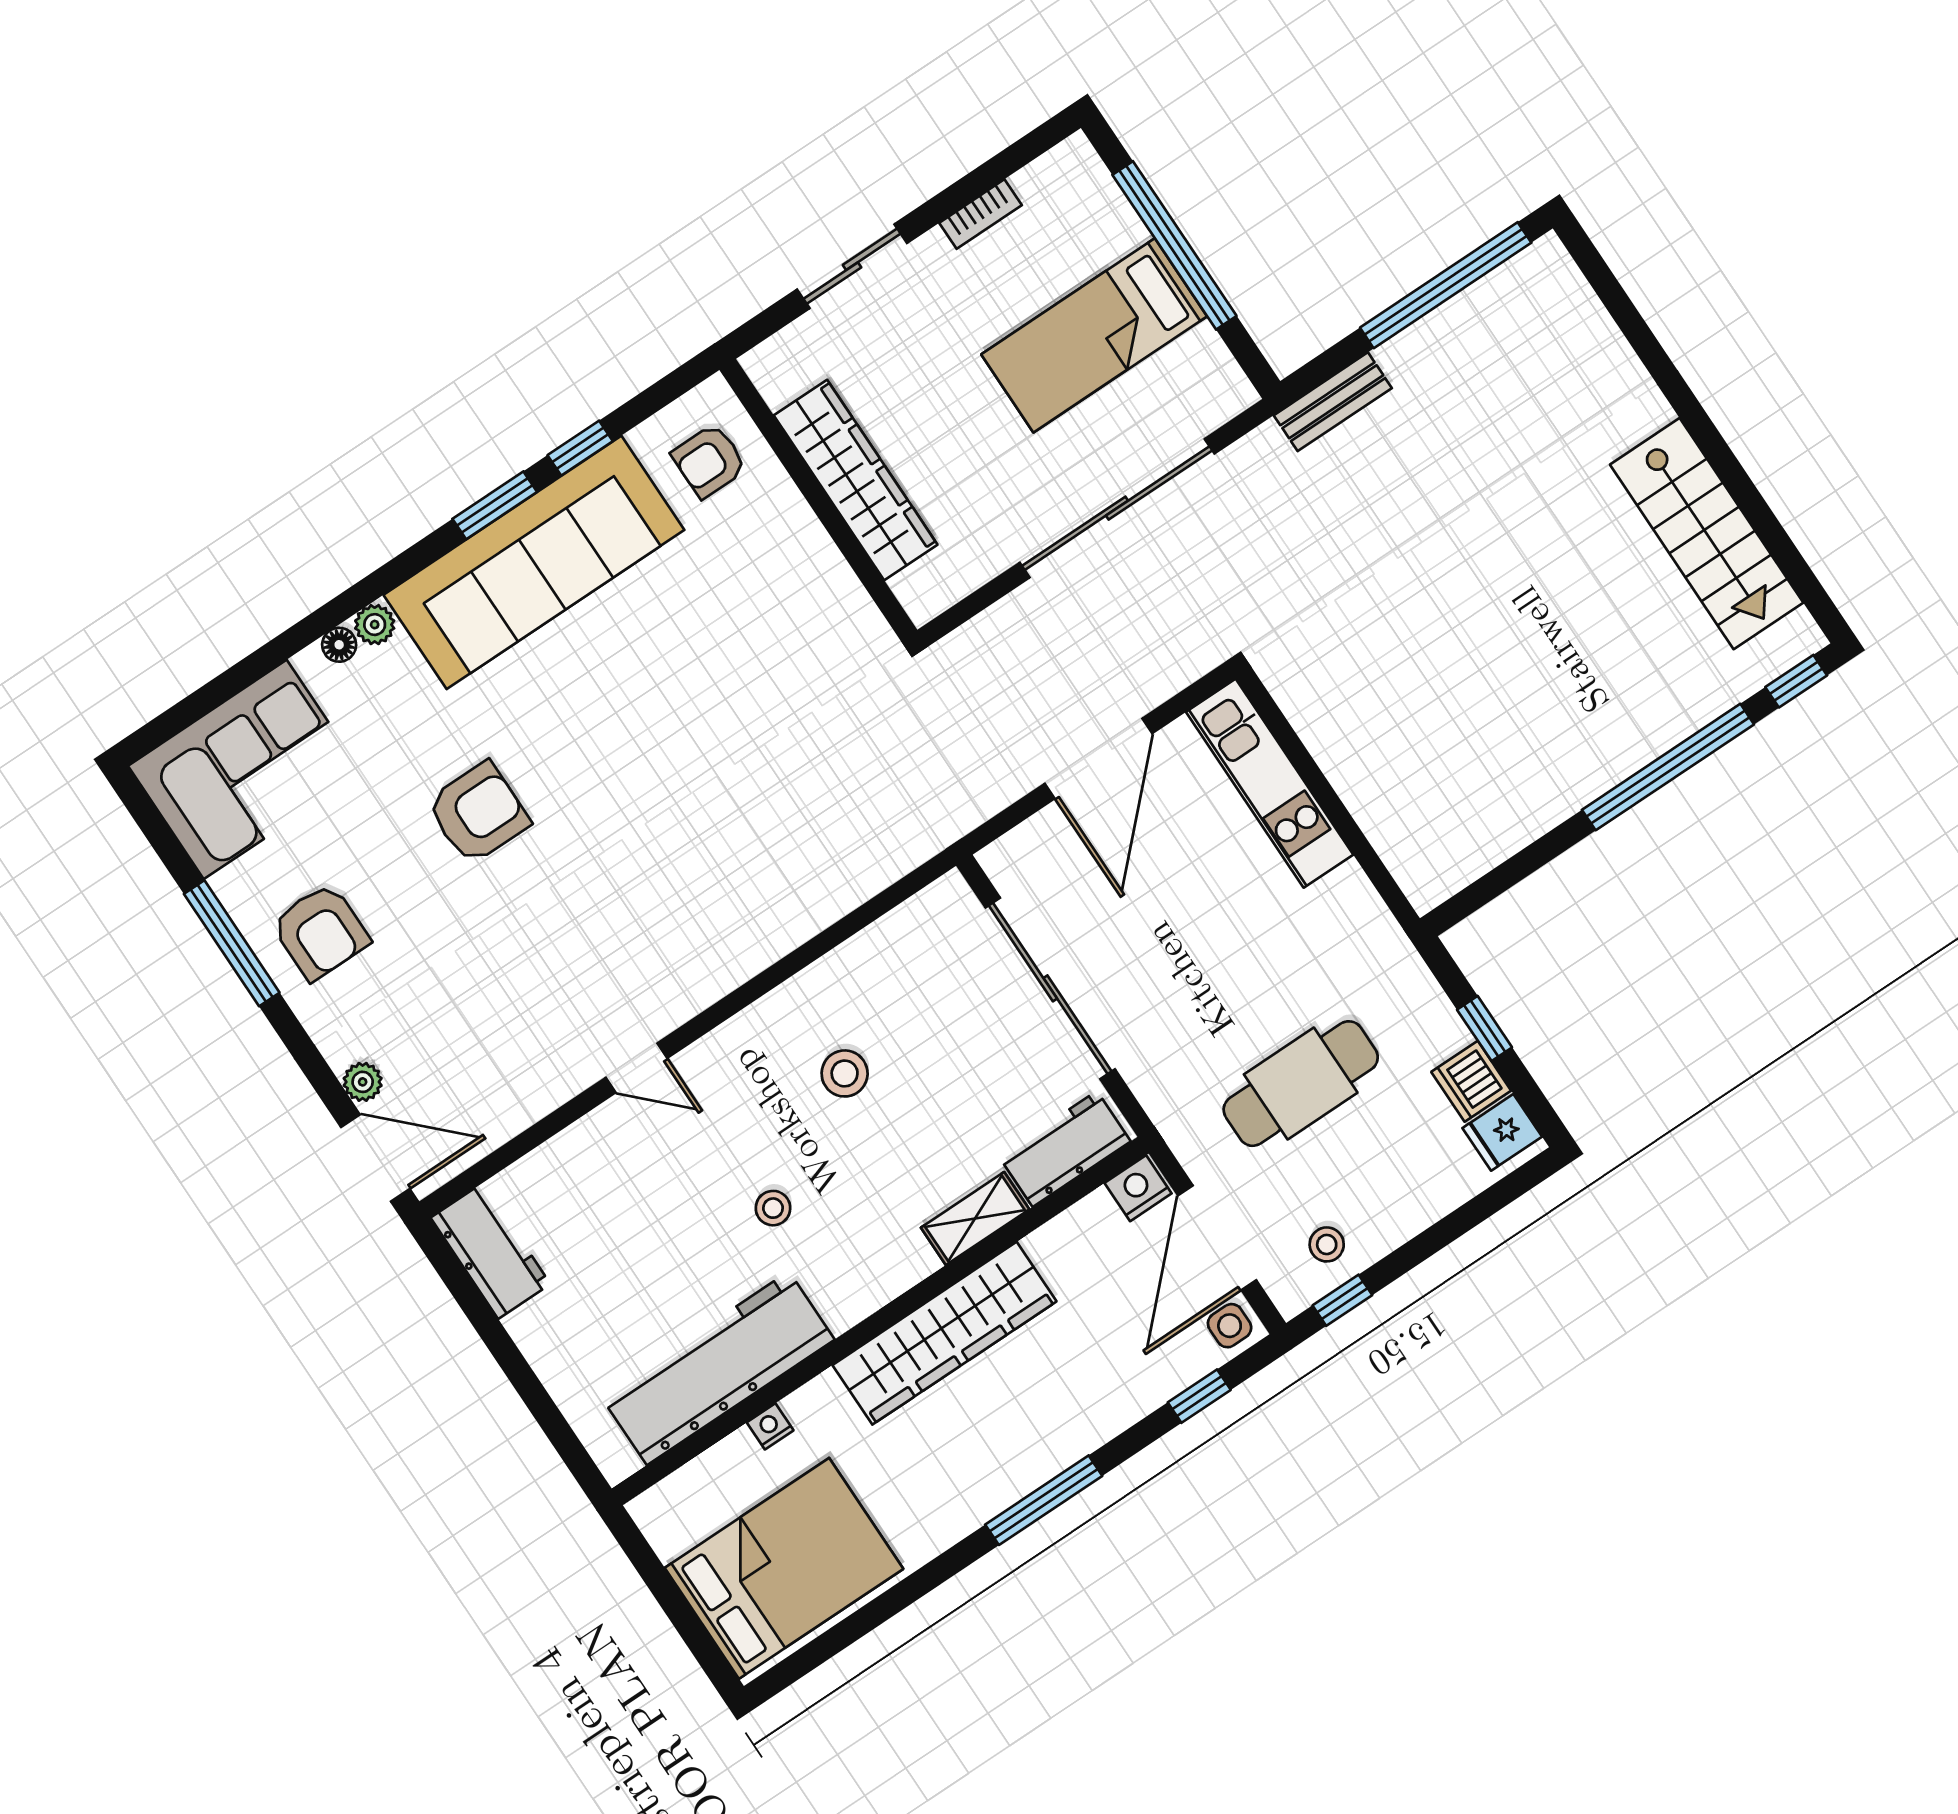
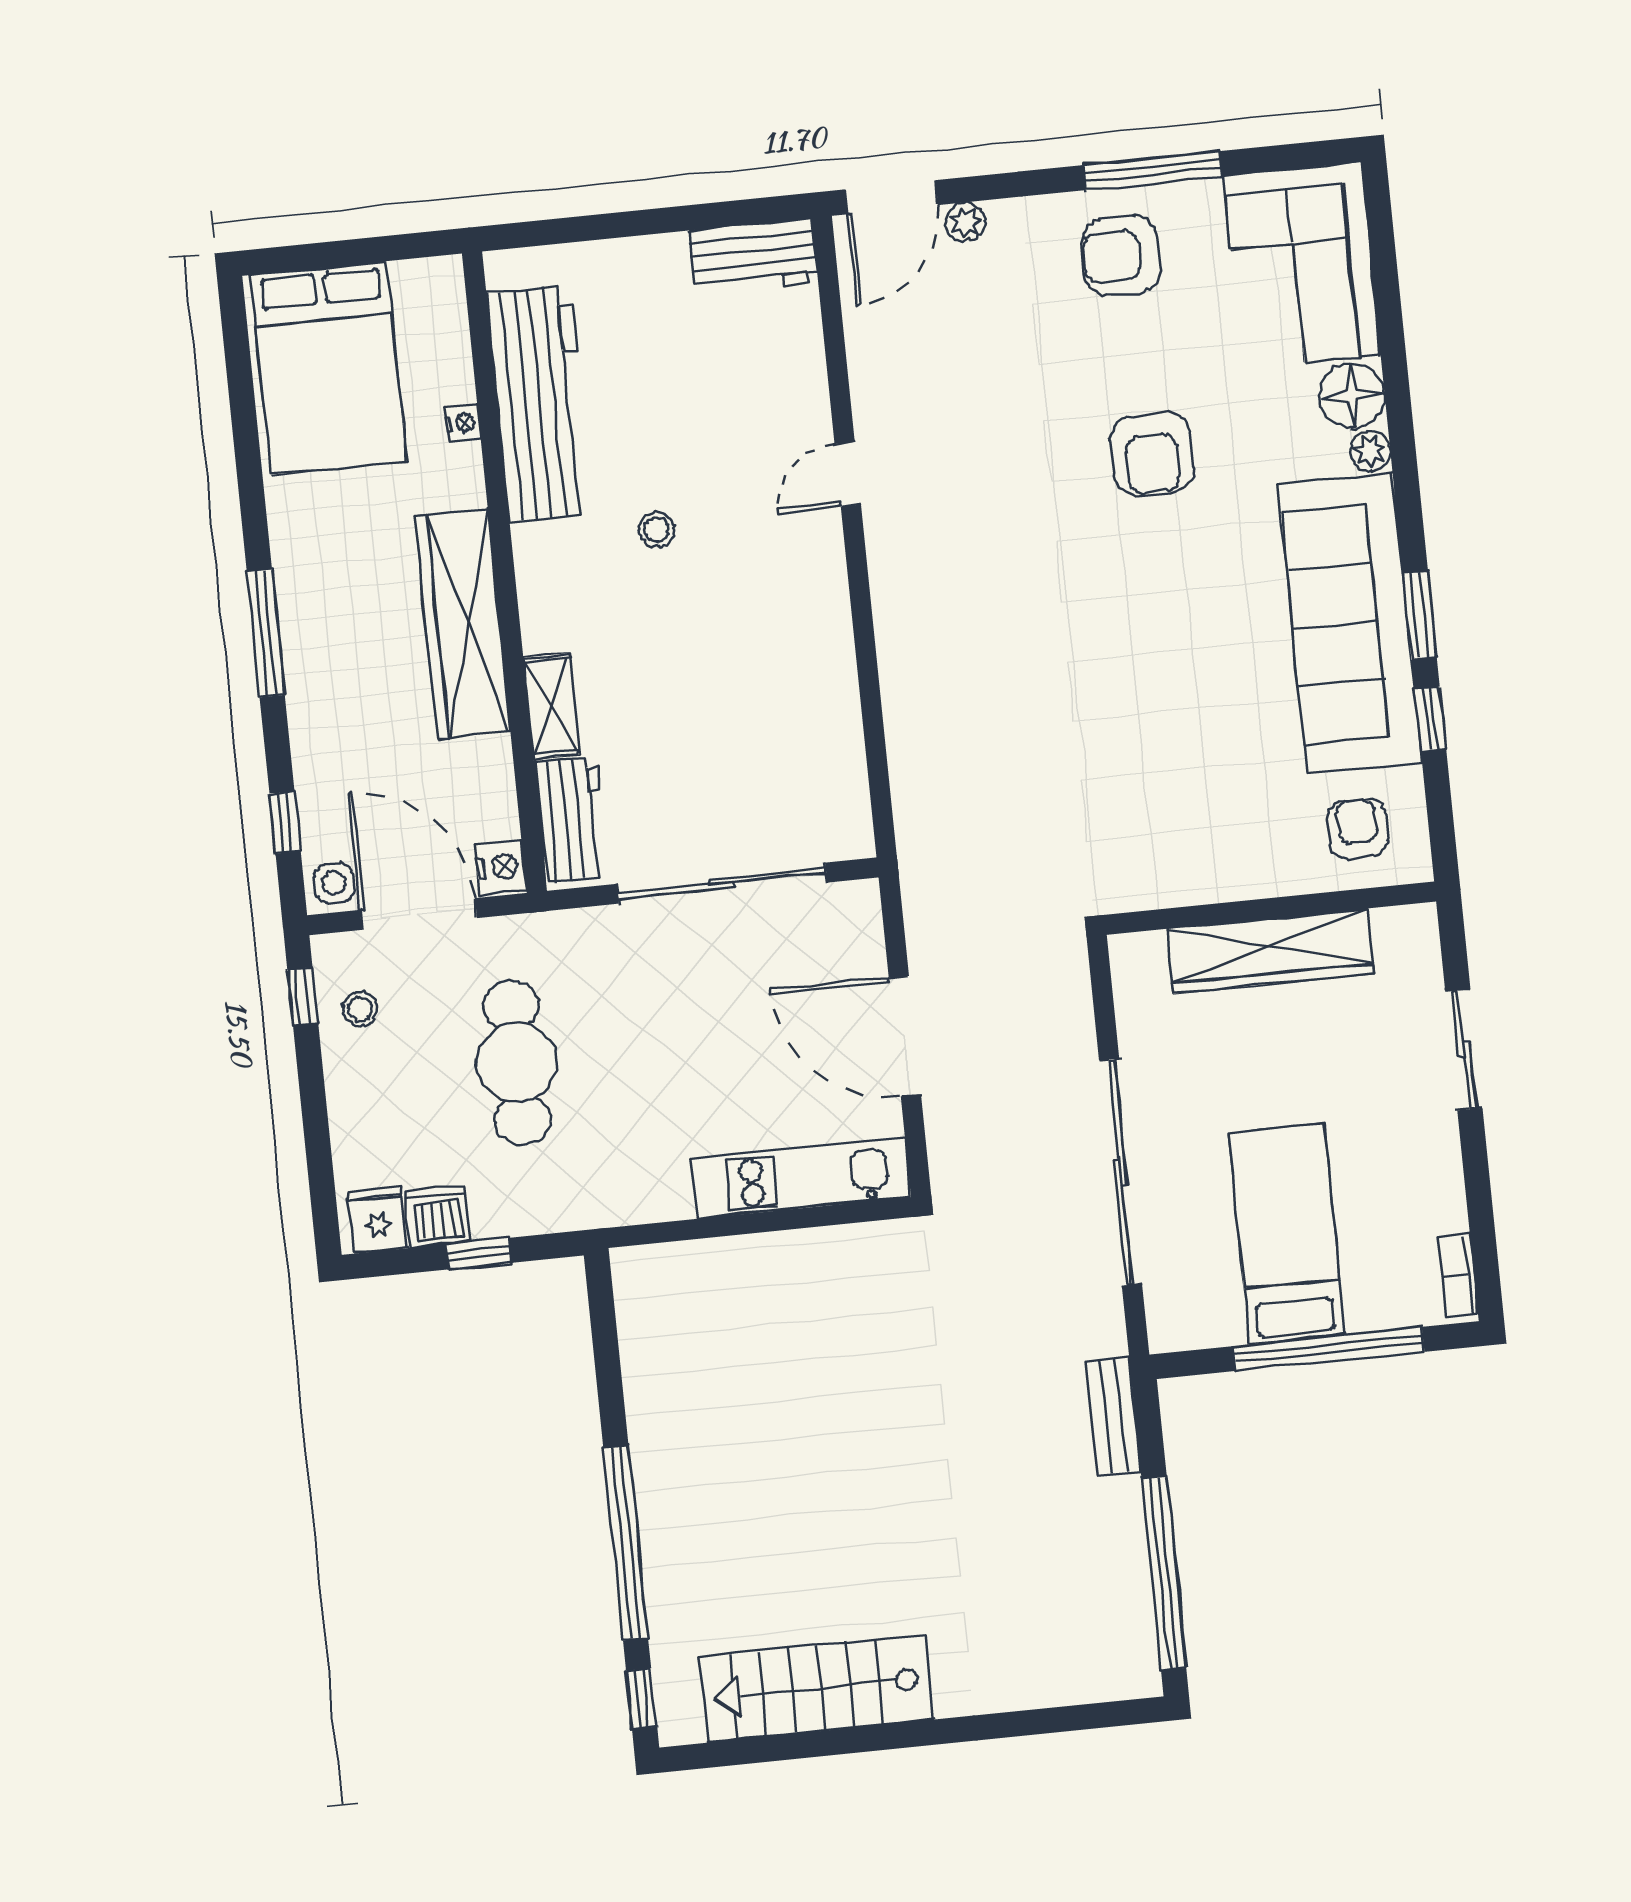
bookcase: (980, 214) -> (1458, 1275), moved
floor lamp: (339, 645) -> (1352, 396), width x1.89, depth x1.89
stool: (845, 1073) -> (744, 658), removed

